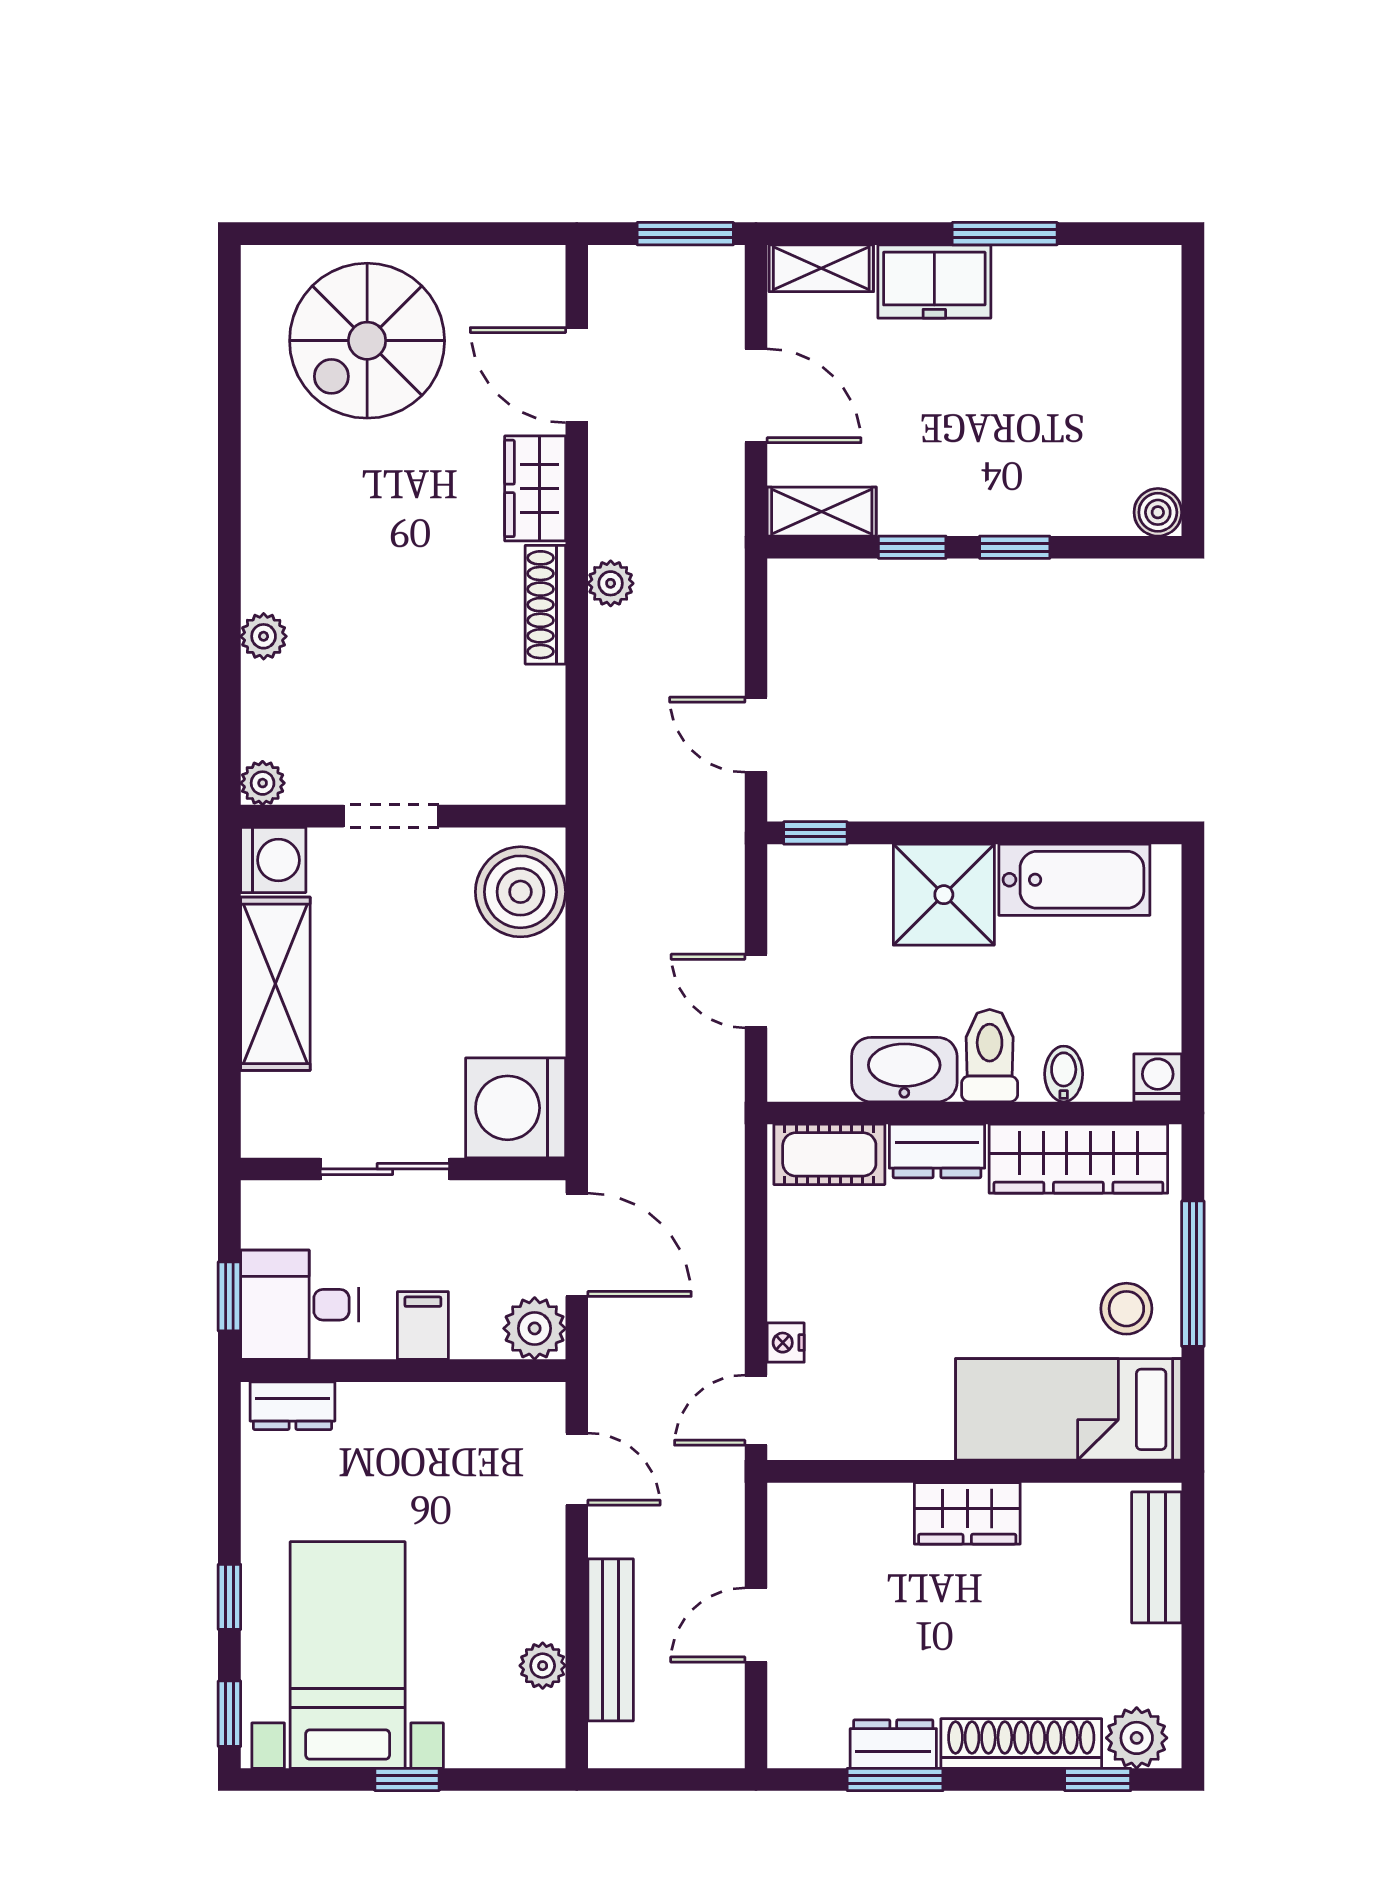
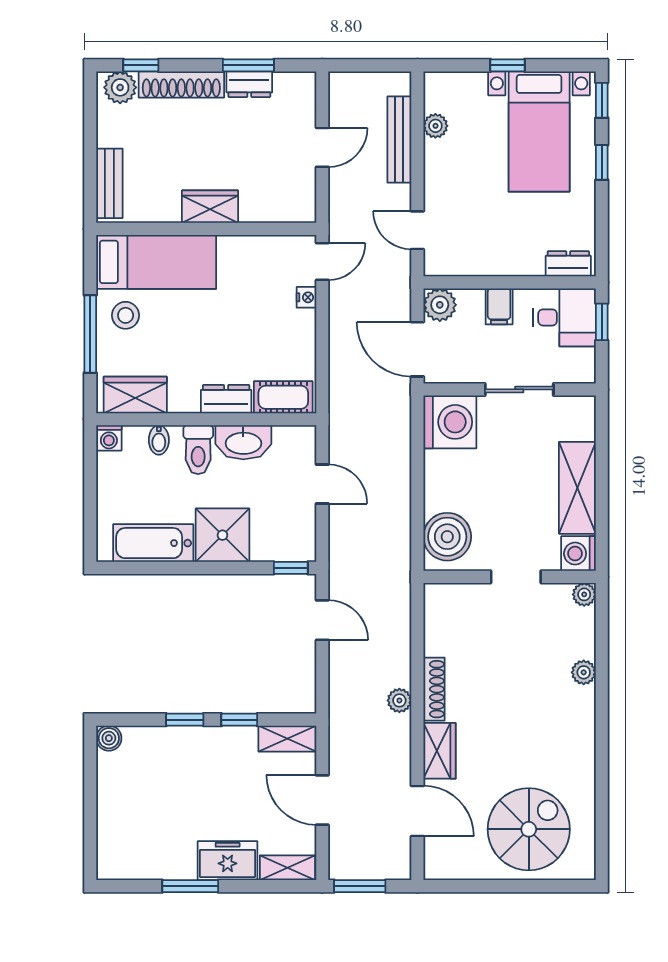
wardrobe: (1078, 1159) -> (135, 395), width x0.67

